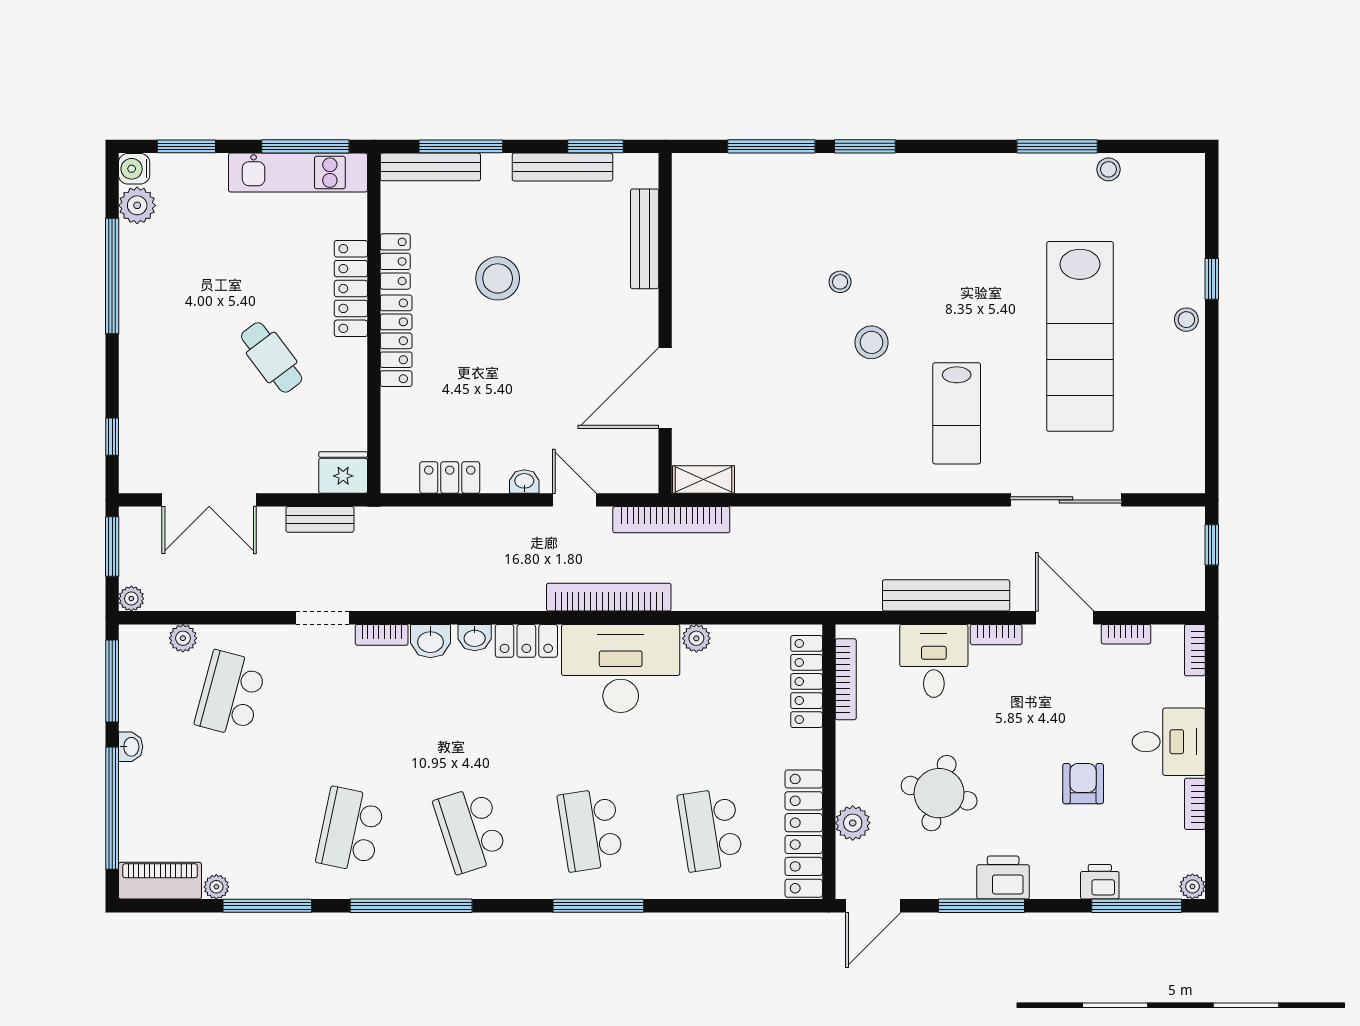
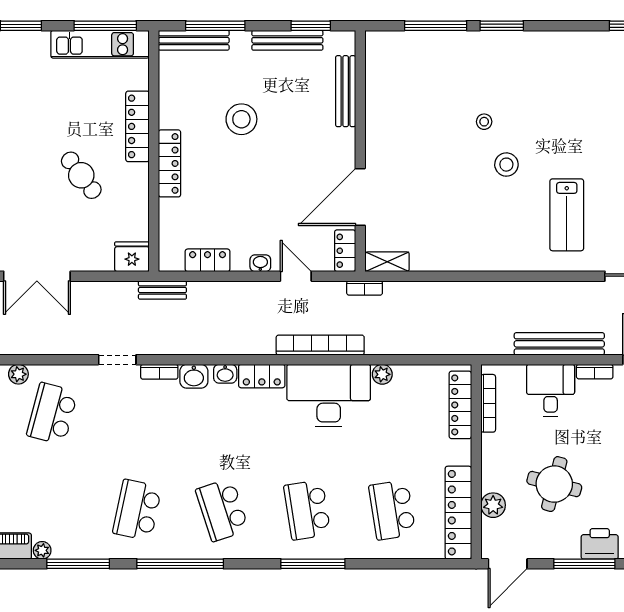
locker: (395, 261) -> (345, 251), moved, turned 180
bench: (320, 519) -> (162, 290), moved
bookcase: (671, 520) -> (365, 288), width x0.43, depth x0.76

